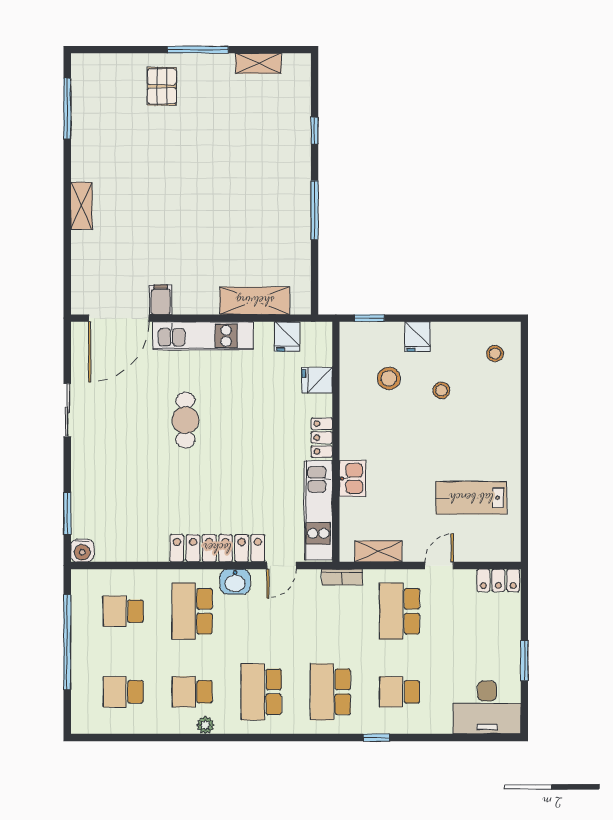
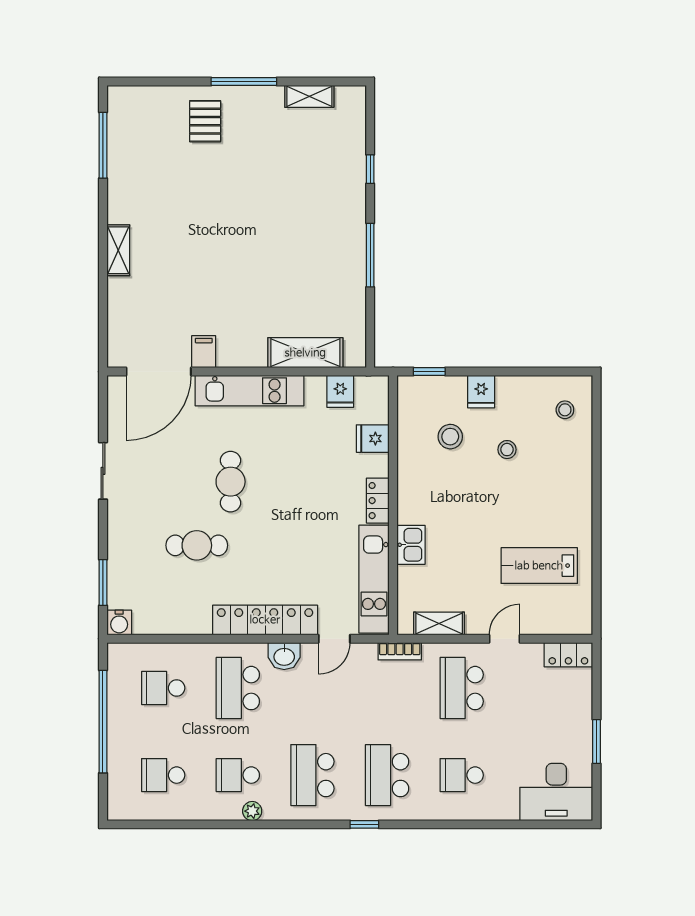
cafe table: (154, 479) -> (197, 545), added
window: (376, 737) -> (364, 824), moved

